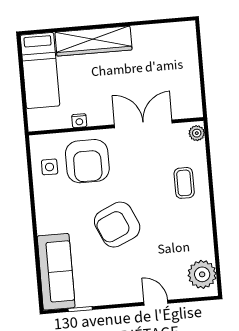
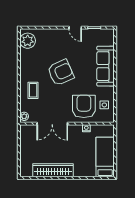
wardrobe: (93, 41) -> (53, 170), moved
armchair: (117, 225) -> (61, 72), moved
sofa: (56, 272) -> (106, 66), moved
door: (156, 303) -> (75, 28), moved

